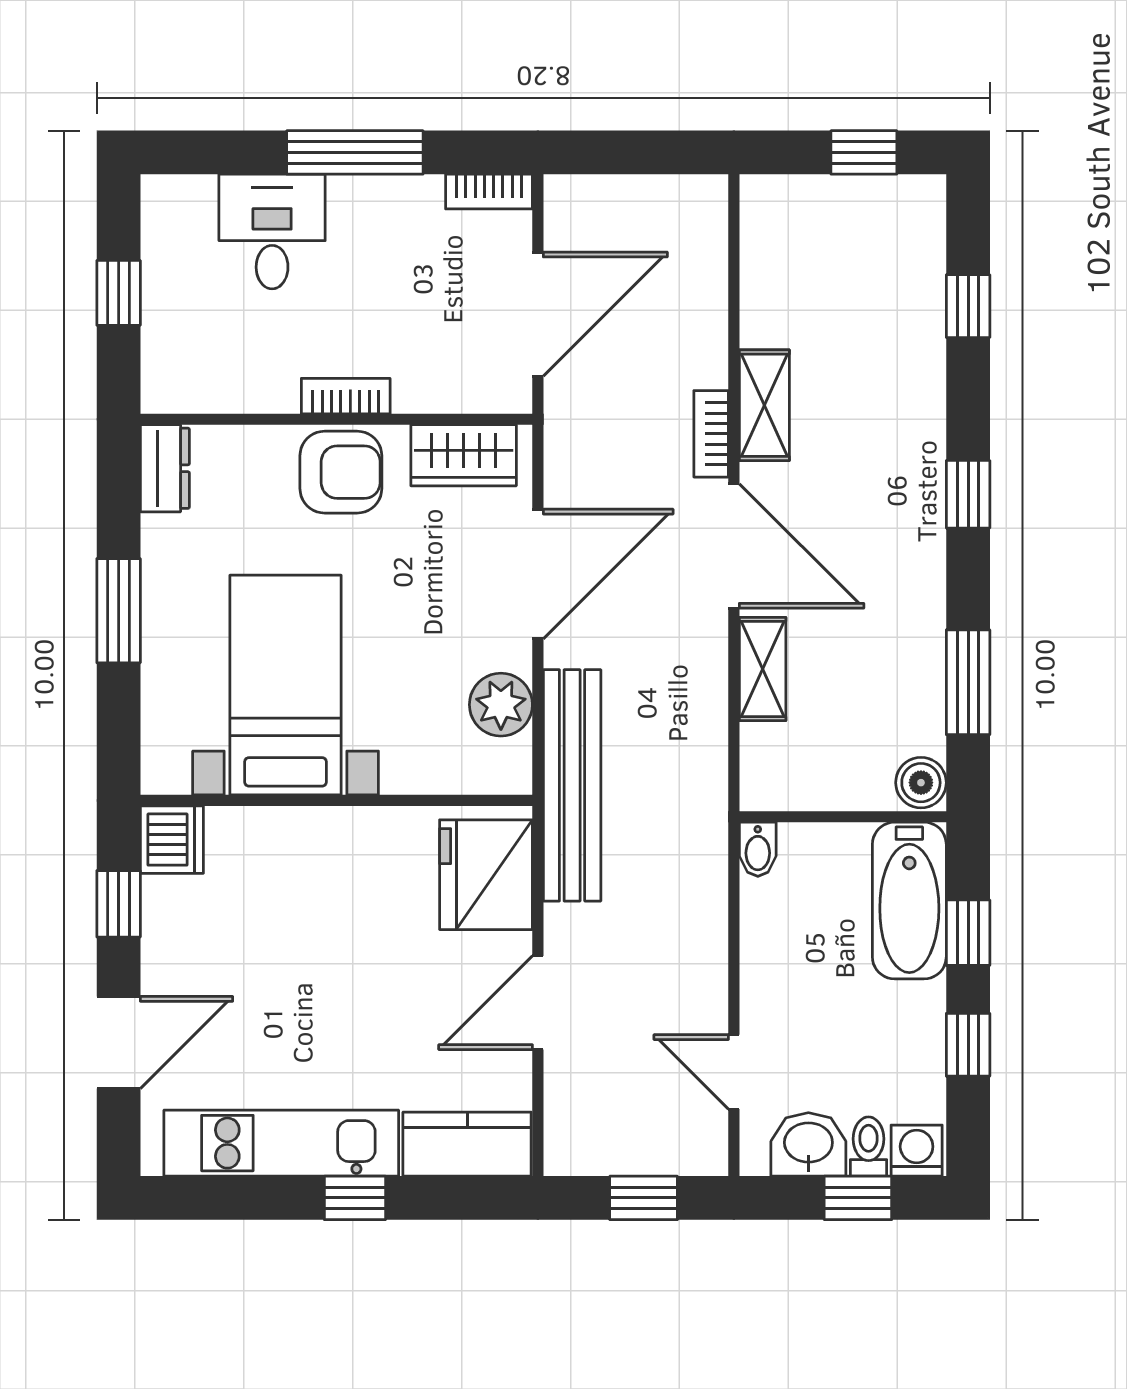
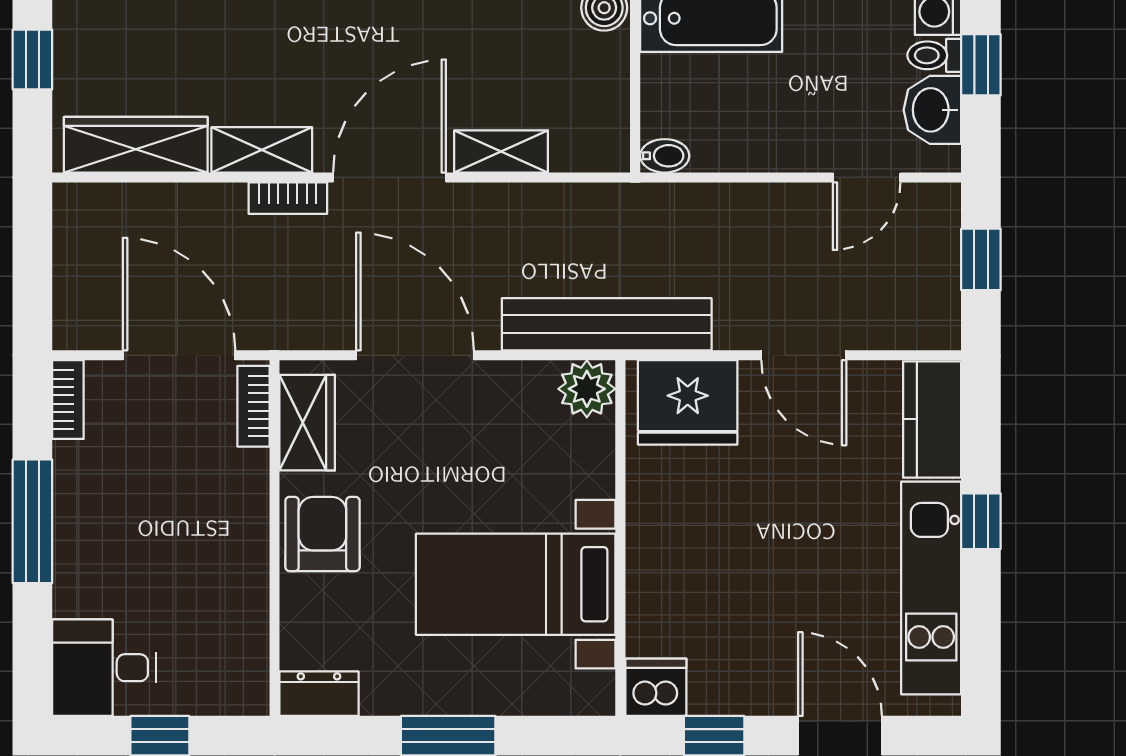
desk: (272, 232) -> (104, 668), moved
wardrobe: (770, 266) -> (136, 145), added
bookcase: (346, 396) -> (253, 406), moved
plant: (501, 705) -> (587, 389), moved

